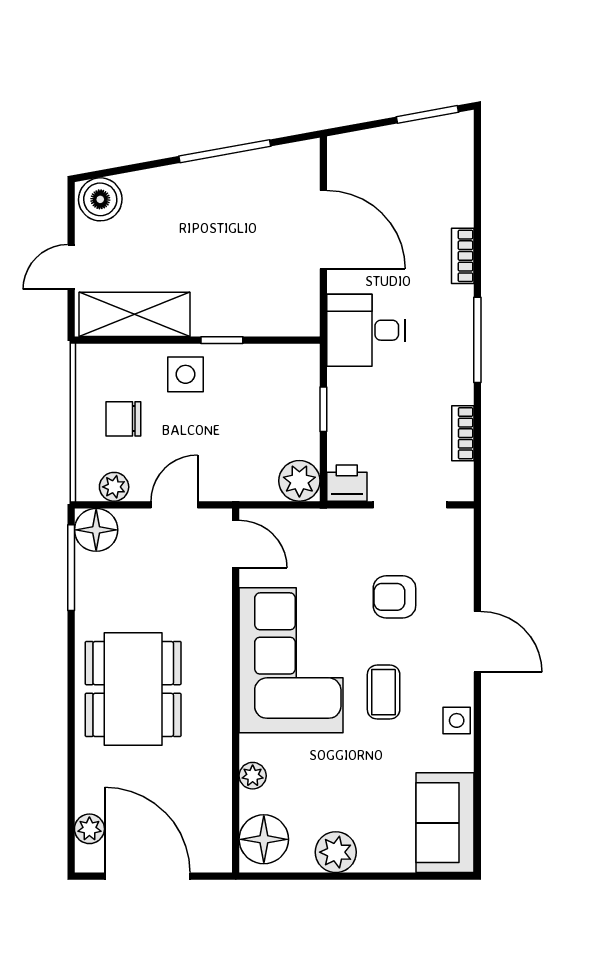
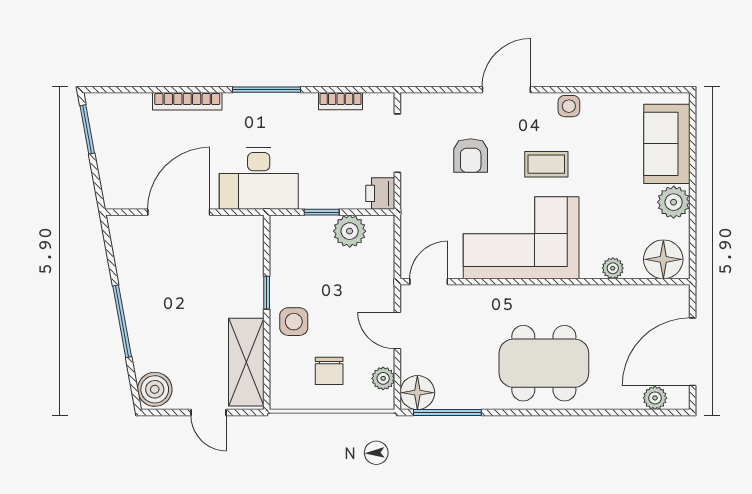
window: (225, 151) -> (122, 321), moved
bookcase: (463, 256) -> (187, 101), width x1.56
desk: (366, 330) -> (259, 178), width x1.37
plant: (299, 481) -> (350, 231), moved
sofa: (445, 823) -> (667, 144), moved, turned 90

